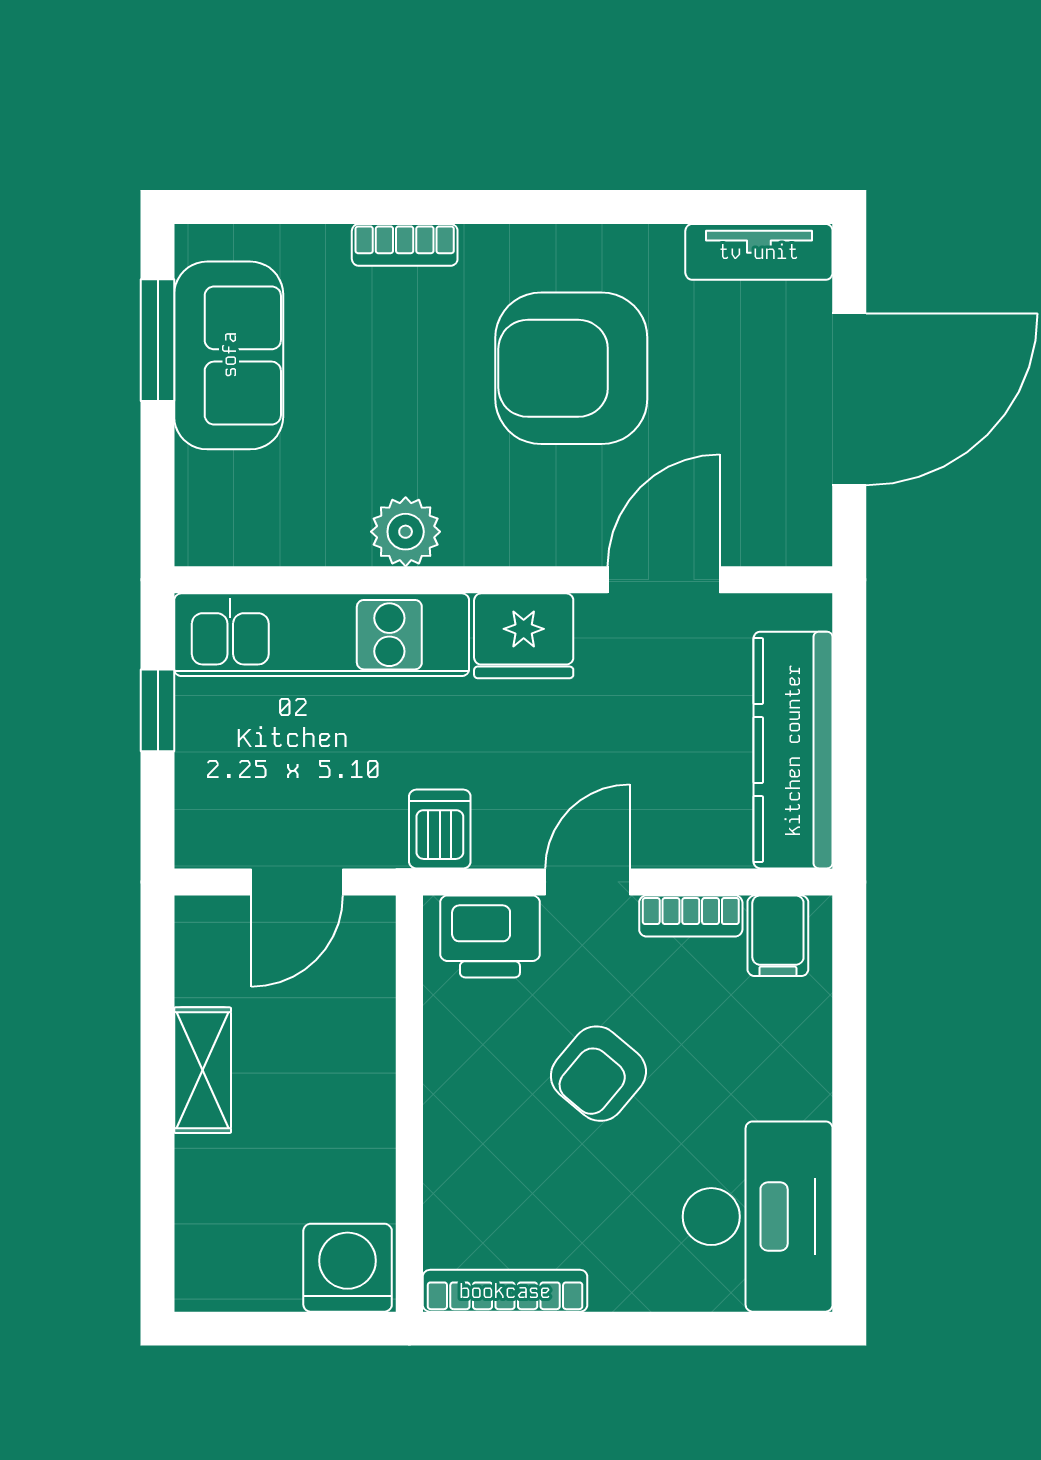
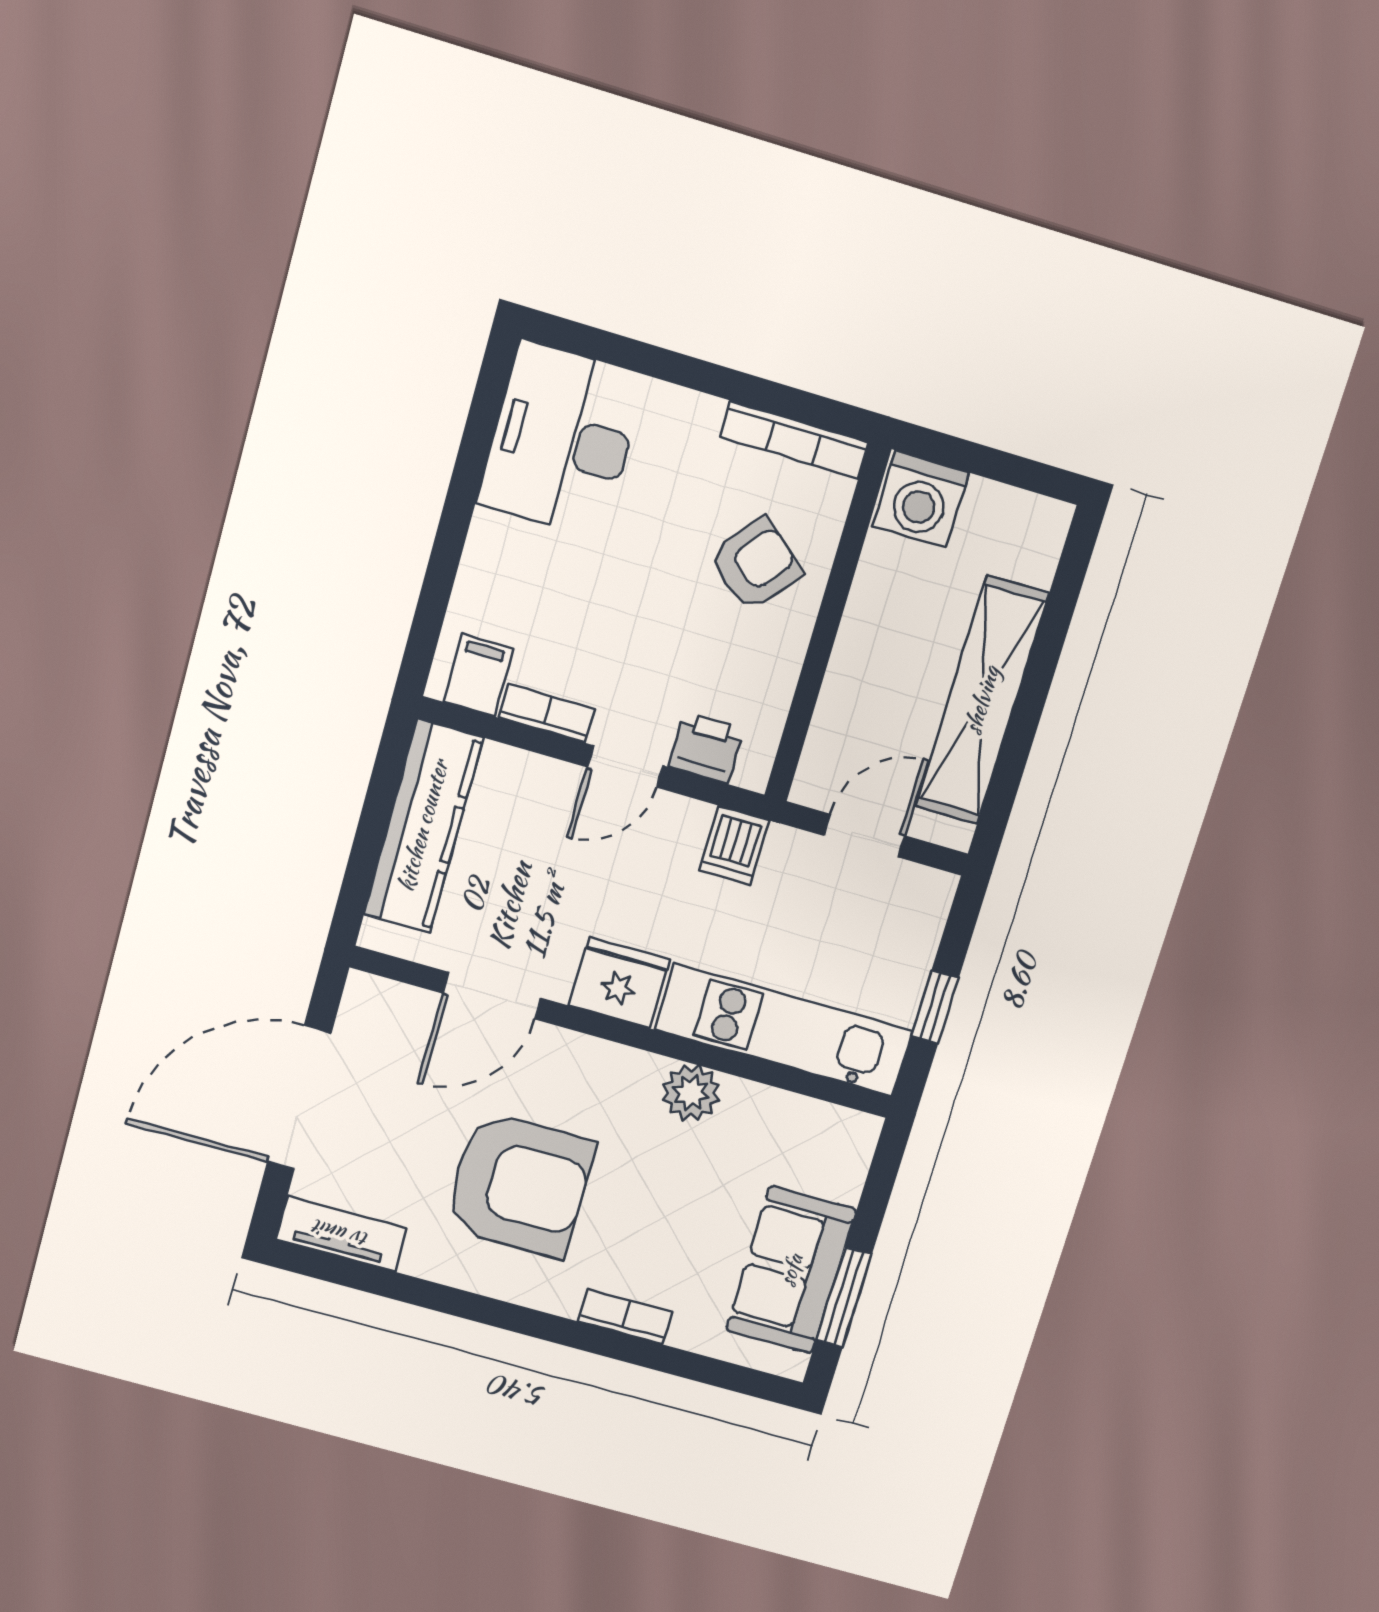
printer: (490, 936) -> (706, 748), width x0.73, depth x0.81
shelving: (203, 1070) -> (982, 700), width x2.20, depth x1.33
armchair: (598, 1074) -> (756, 564), moved

